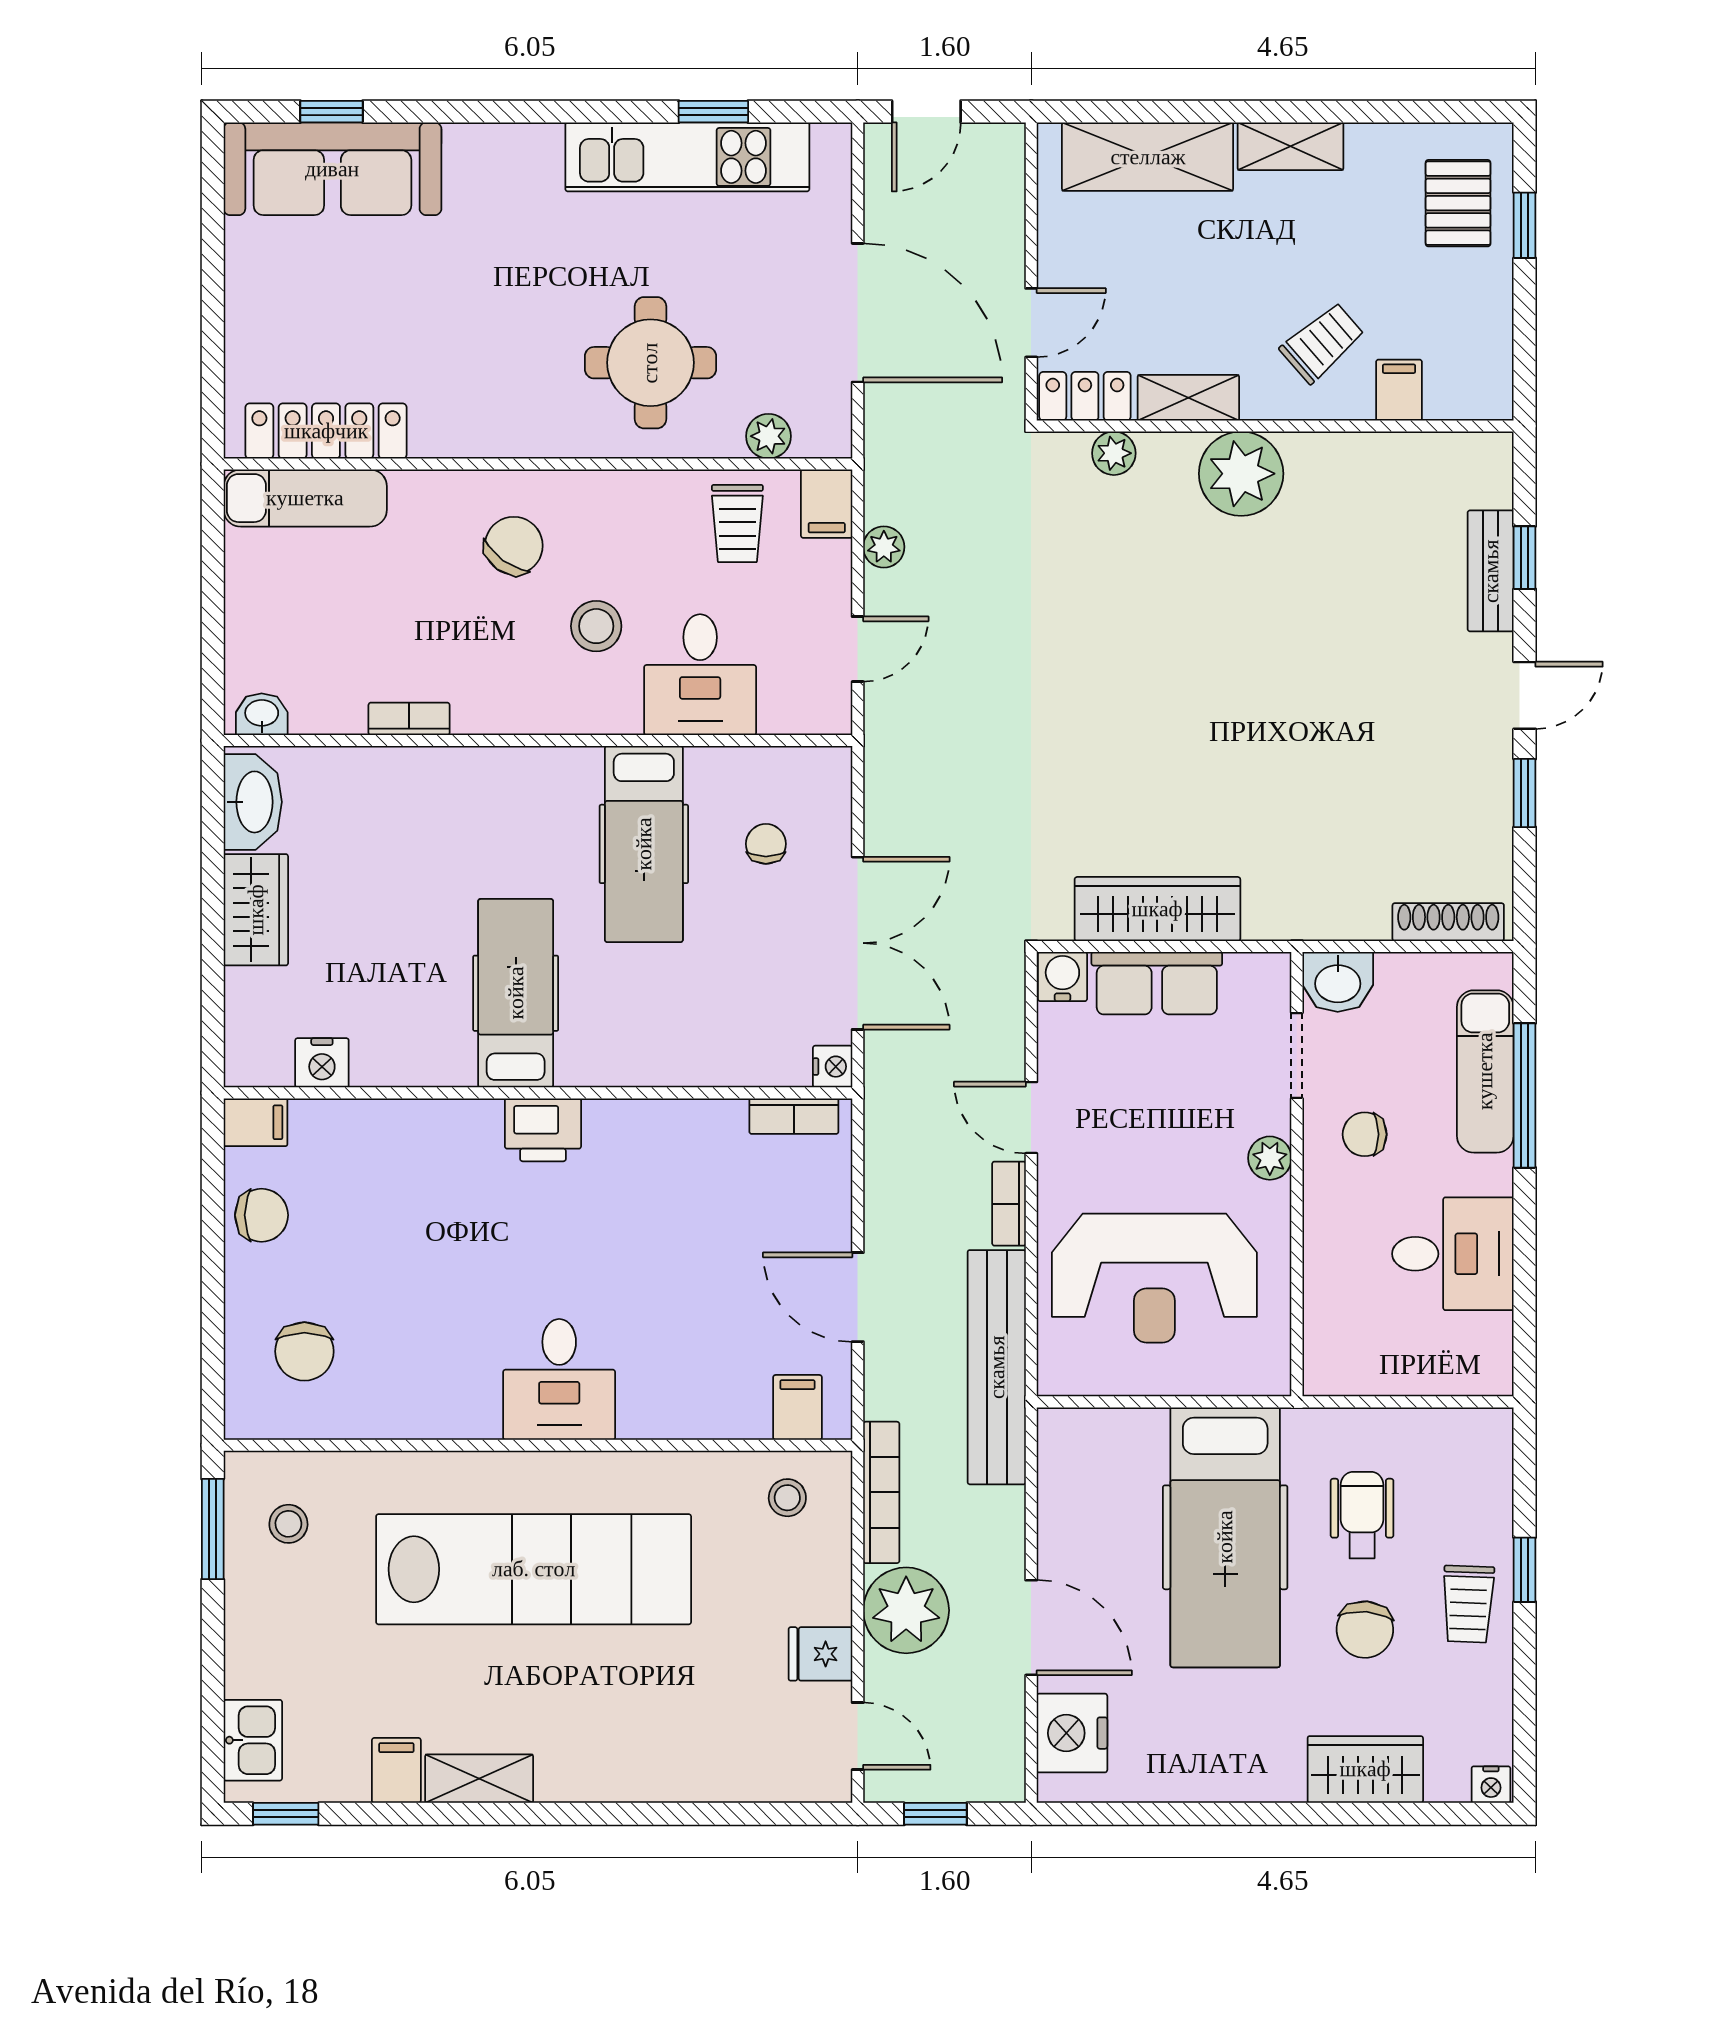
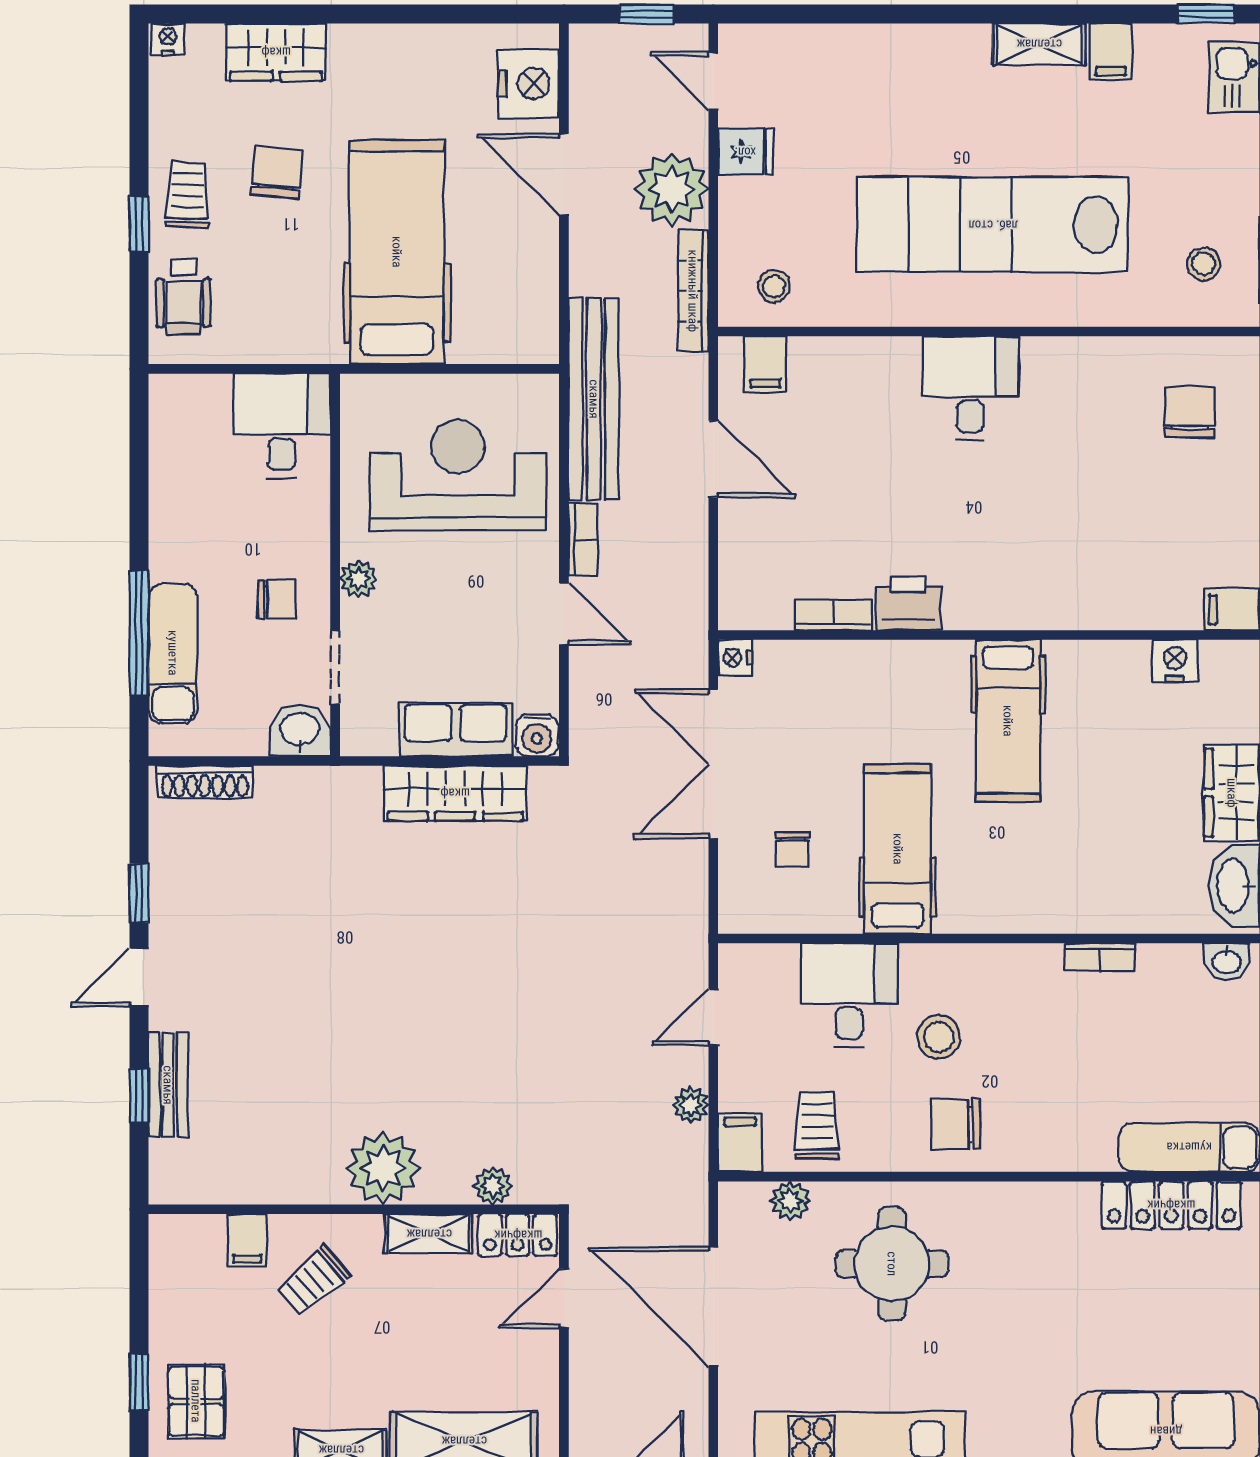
chair: (514, 546) -> (955, 1124), moved, turned 53
bookcase: (794, 1116) -> (833, 615), moved
printer: (543, 1130) -> (908, 603), moved
chair: (261, 1215) -> (1227, 530), removed
desk: (1453, 1254) -> (282, 426), moved, turned 90
wheelchair: (1362, 1515) -> (184, 297), moved

